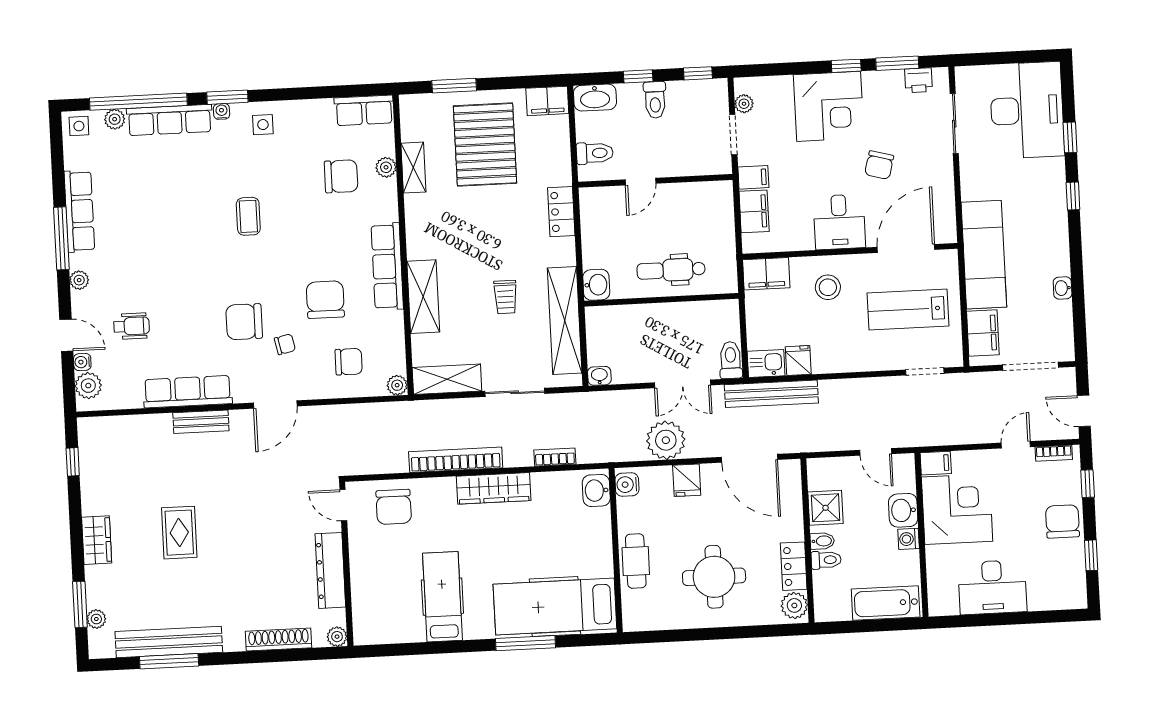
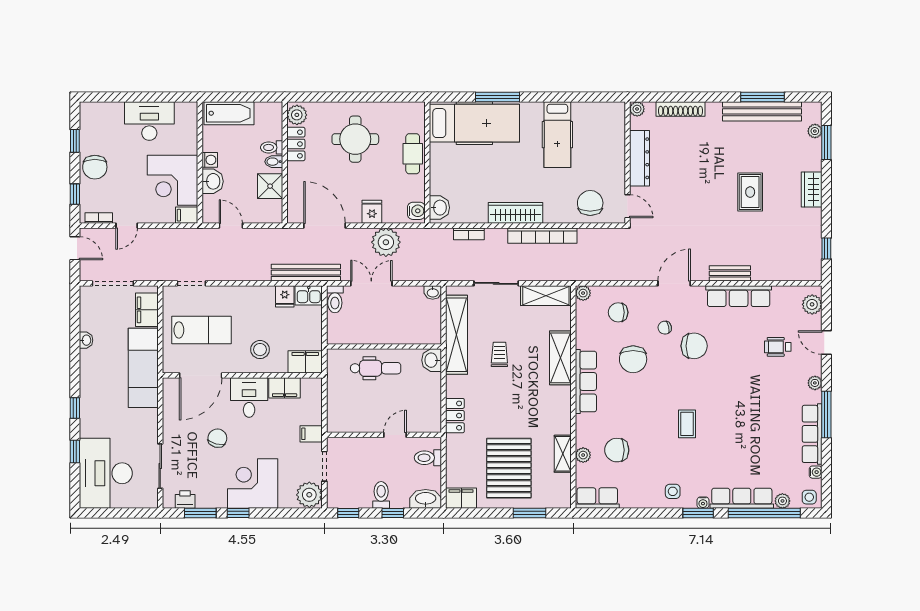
plant: (744, 104) -> (309, 495), width x1.87, depth x1.87
filing cabinet: (754, 211) -> (285, 388), moved, turned -90
water cooler: (82, 362) -> (816, 472), moved

